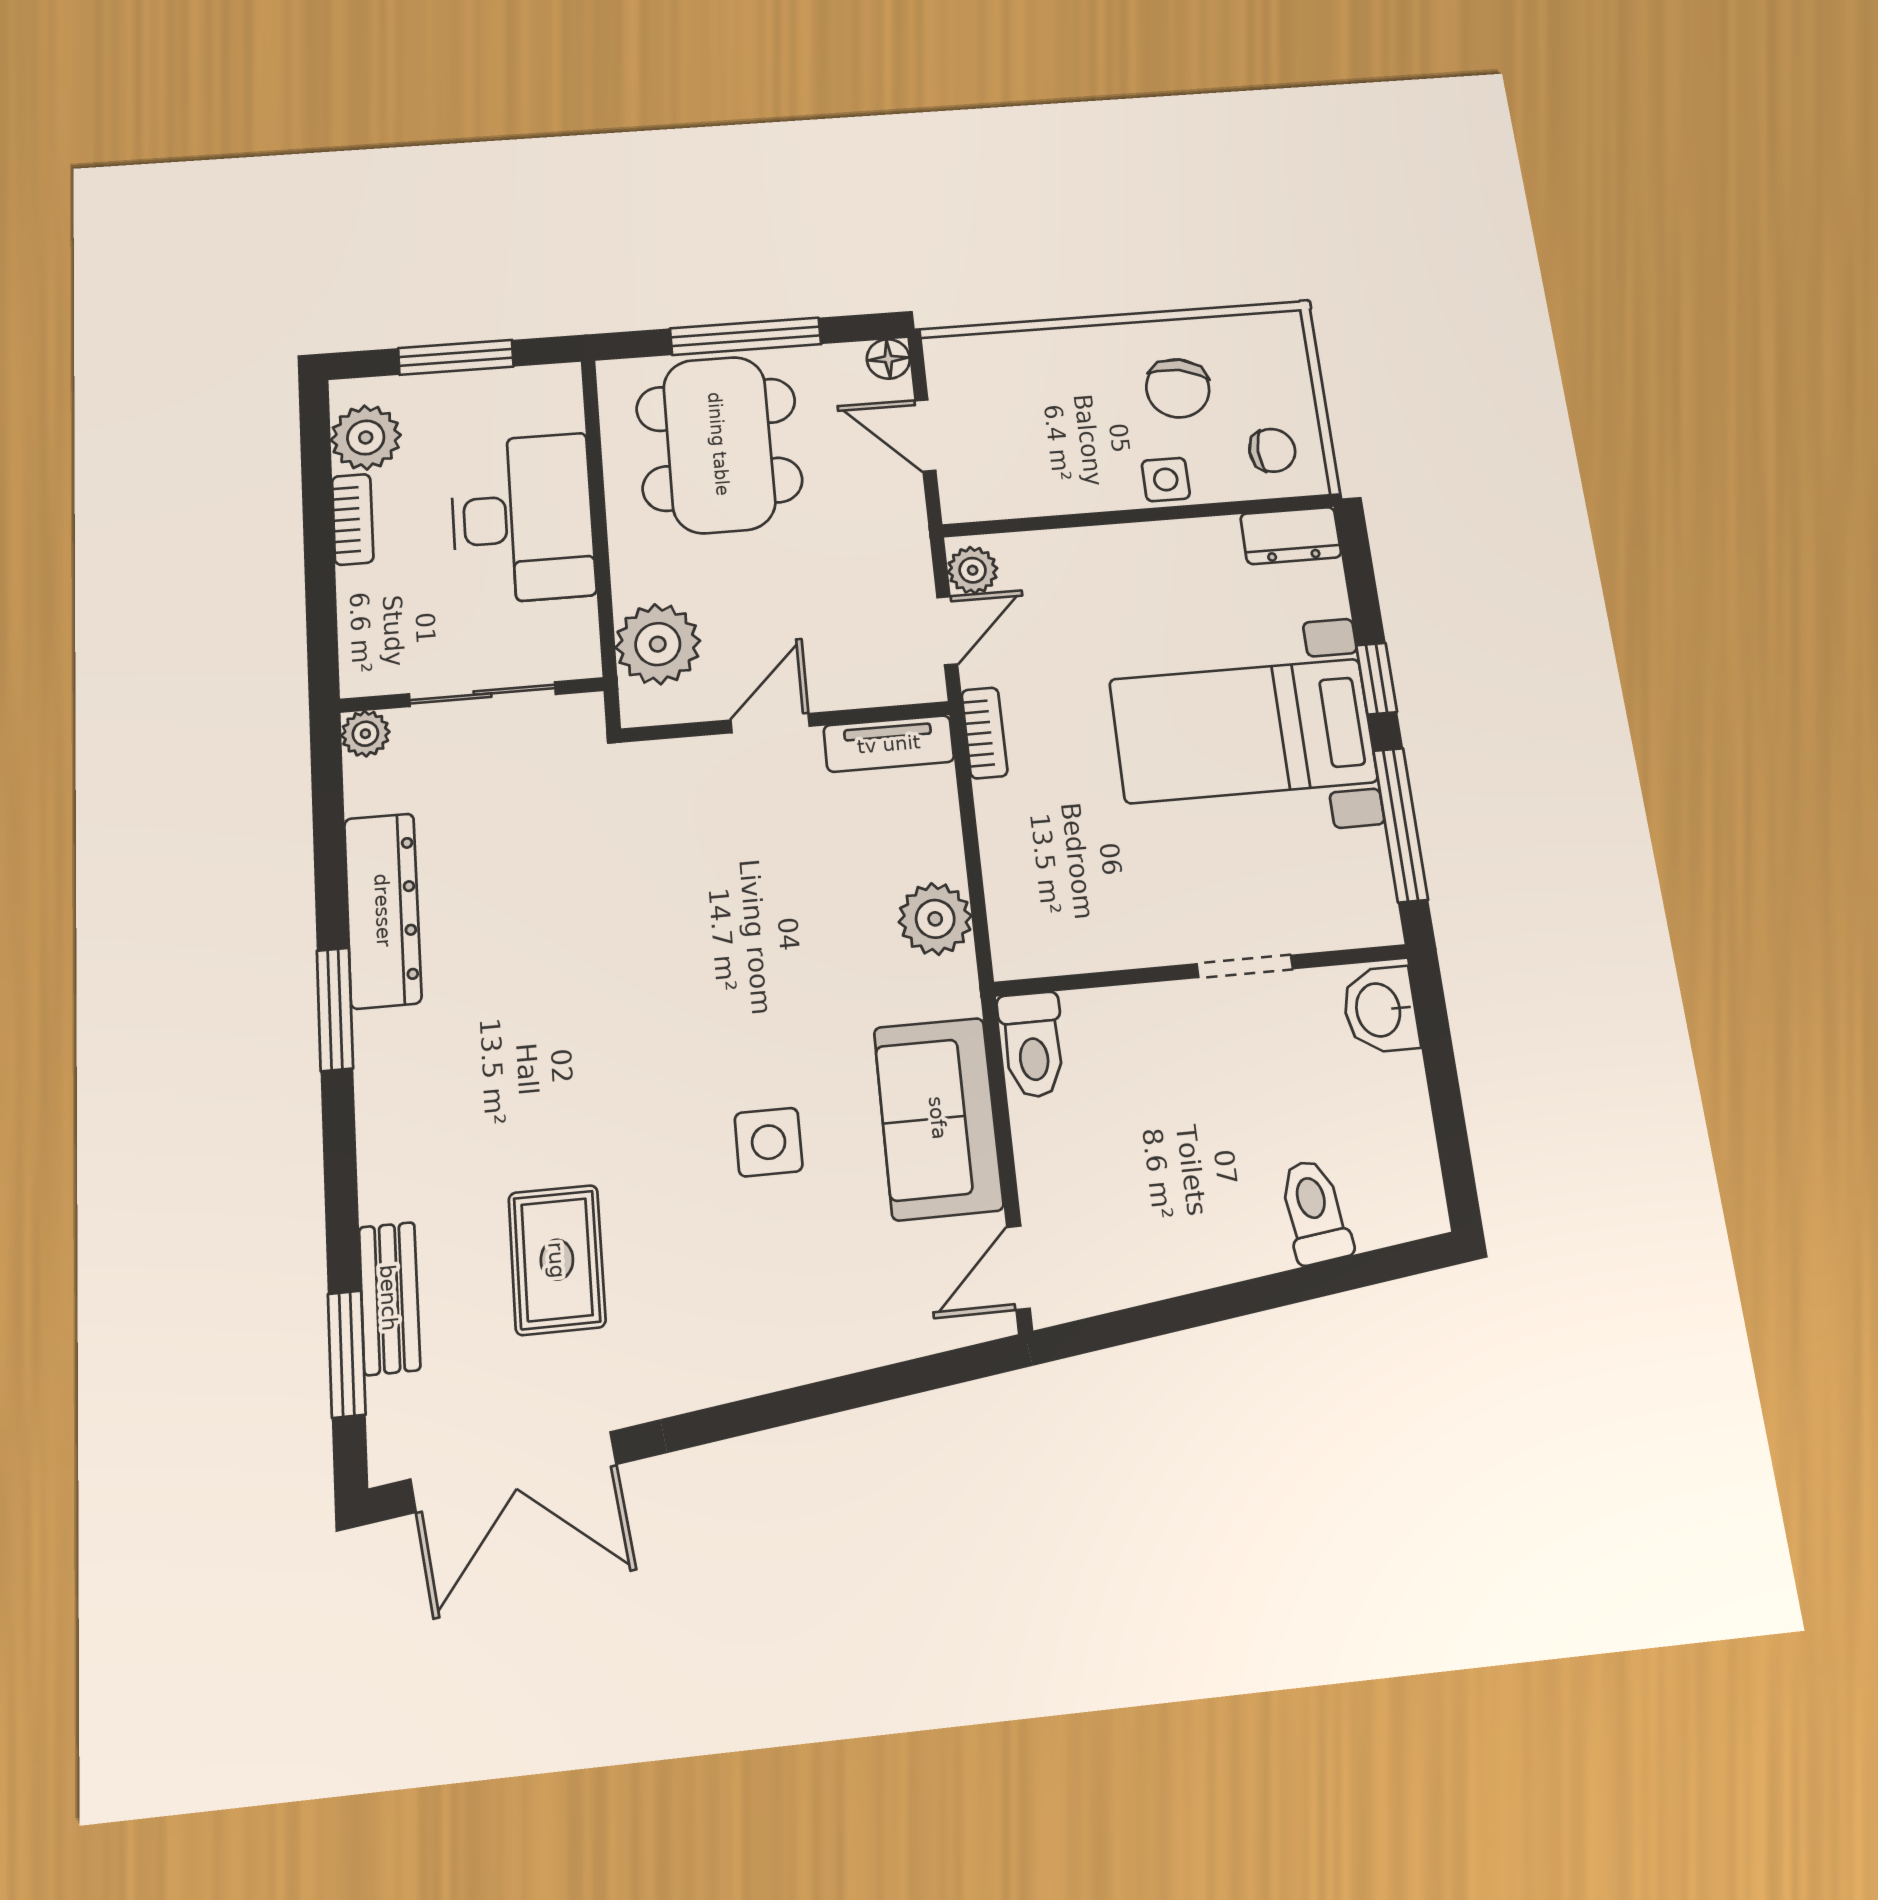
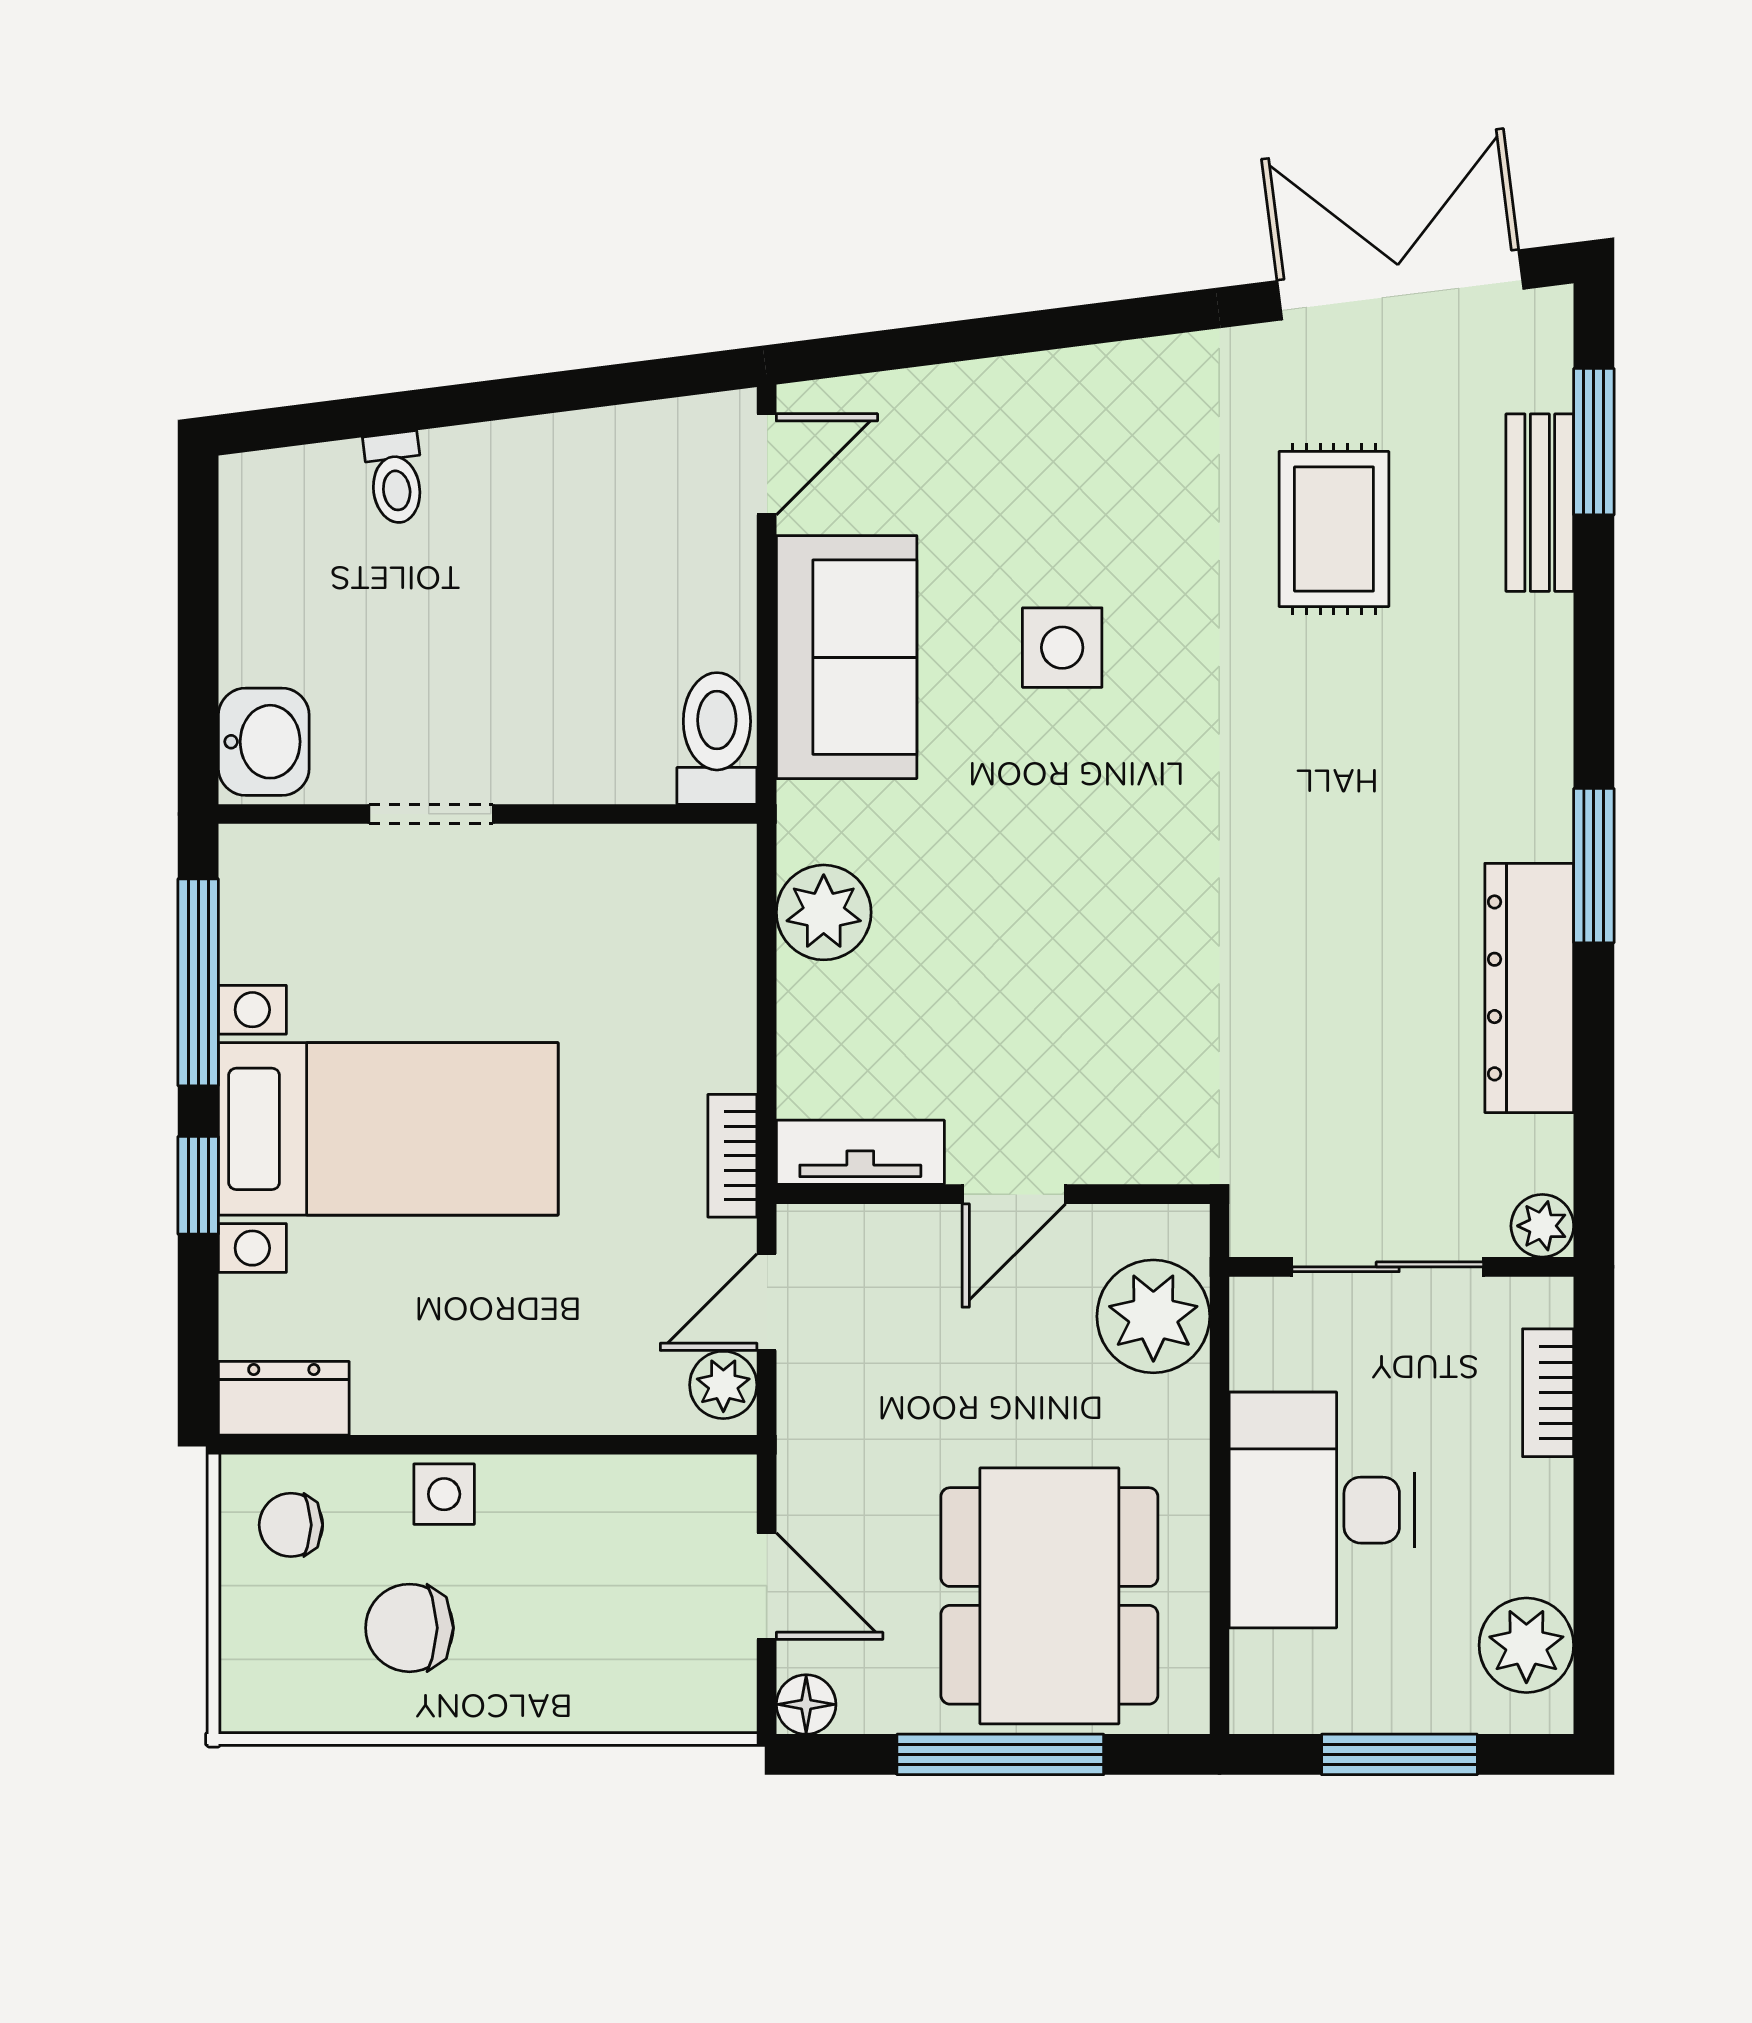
chair: (1178, 388) -> (409, 1628), turned -101
bookcase: (353, 519) -> (1548, 1393), moved
toilet: (1314, 1212) -> (395, 478), width x0.73, depth x0.72

